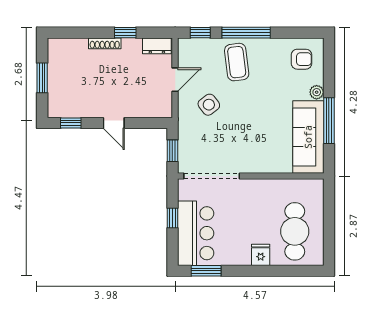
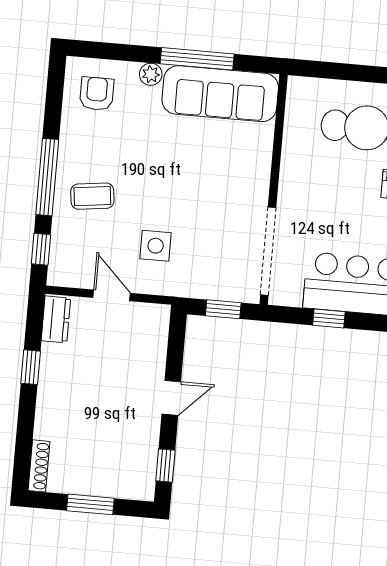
shoe rack: (105, 43) -> (39, 466), moved
coffee table: (237, 62) -> (92, 196), width x0.73, depth x0.77
side table: (209, 105) -> (156, 246), turned 38

